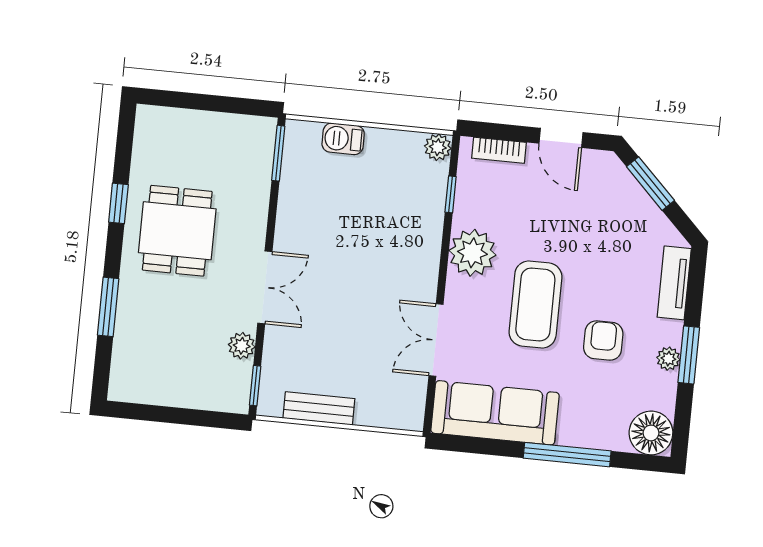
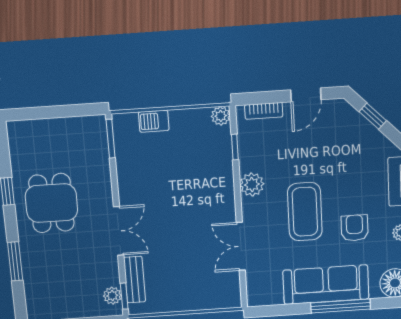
door: (561, 138) -> (306, 95), hinge flipped
window: (650, 184) -> (373, 116), width x0.67
plant: (472, 253) -> (252, 184), width x0.73, depth x0.73
plant: (242, 346) -> (112, 296), moved
bench: (319, 408) -> (135, 280), moved, turned 90
sofa: (495, 413) -> (326, 285), moved

